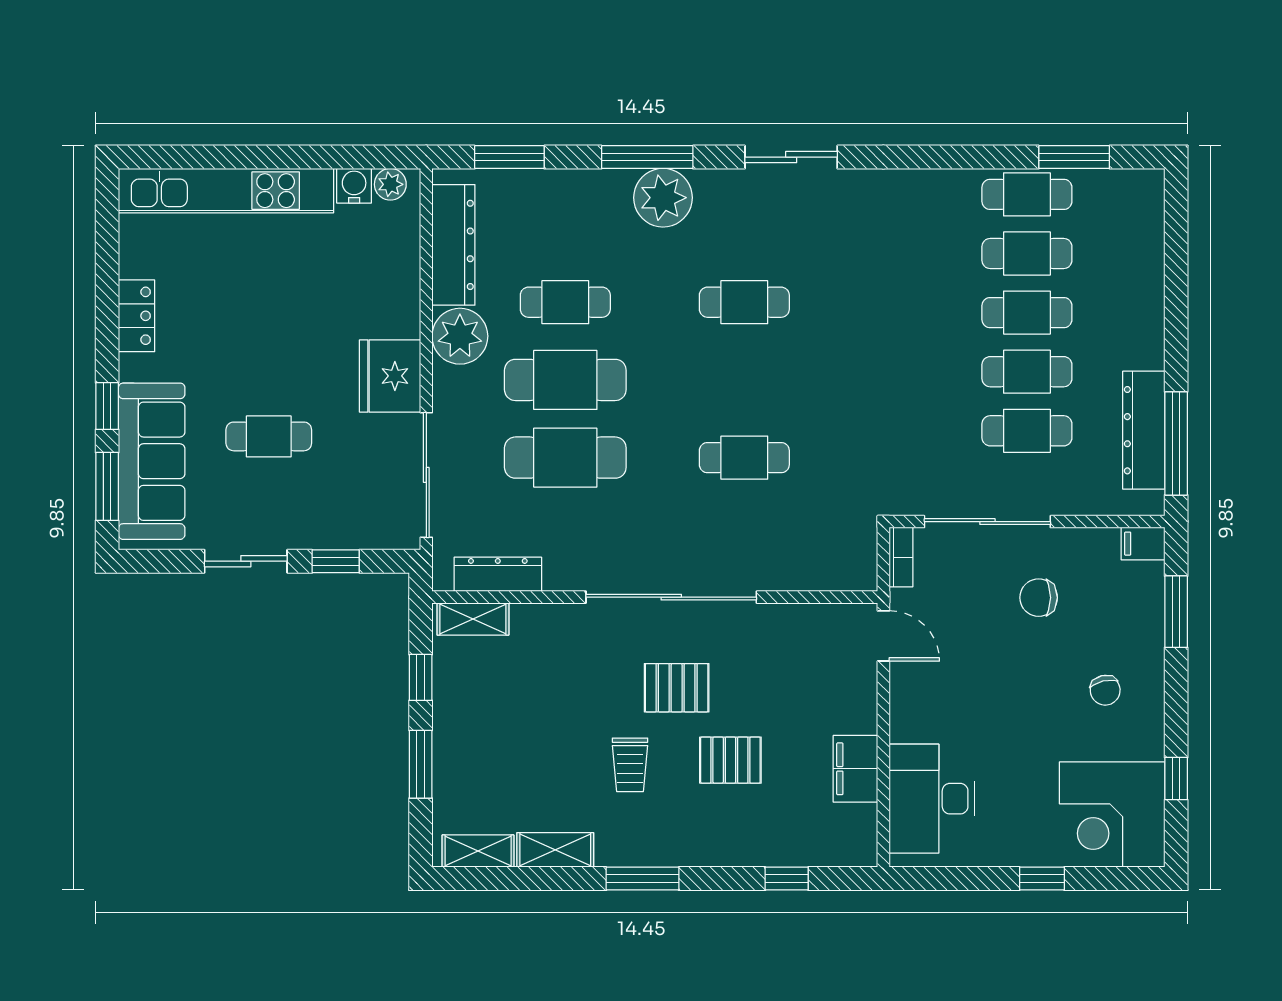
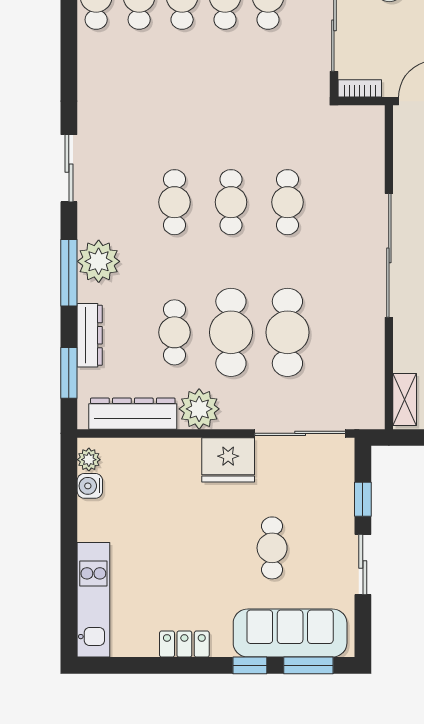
kitchen unit: (226, 191) -> (93, 600), width x0.73
cafe table: (744, 380) -> (231, 202), added
dresser: (498, 574) -> (90, 335), moved, turned 180

